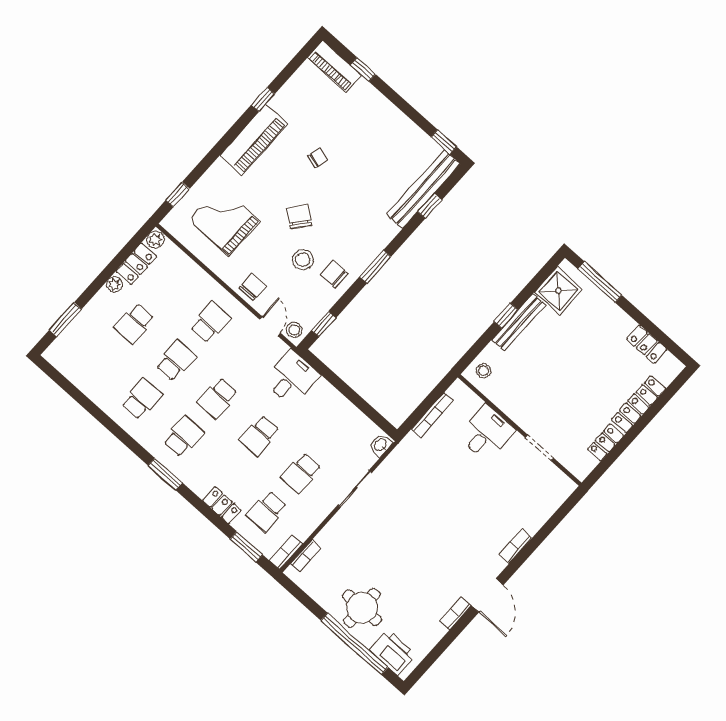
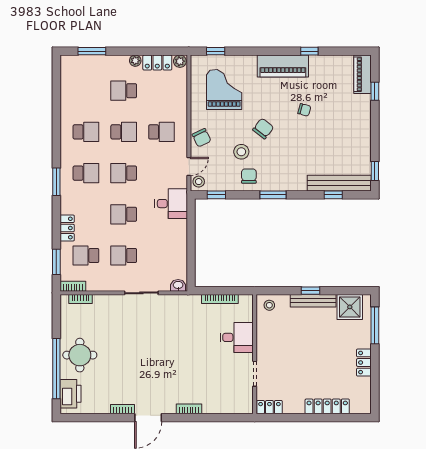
chair: (253, 287) -> (202, 138), turned 64
locker: (647, 344) -> (364, 363), moved
locker: (605, 442) -> (269, 407), moved

